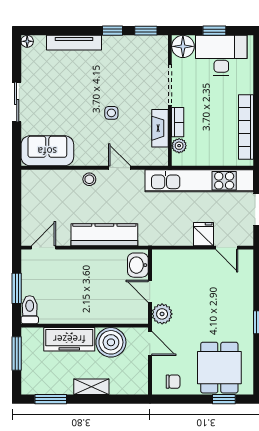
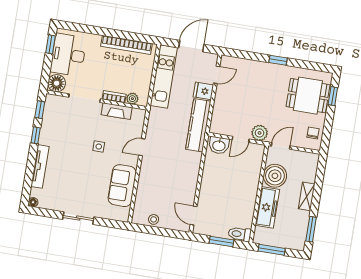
window: (214, 31) -> (51, 44), moved
sofa: (47, 151) -> (122, 186), moved
stool: (89, 179) -> (154, 219), moved
kitchen unit: (199, 181) -> (164, 76), width x0.73
kitchen counter: (104, 235) -> (198, 125), moved

